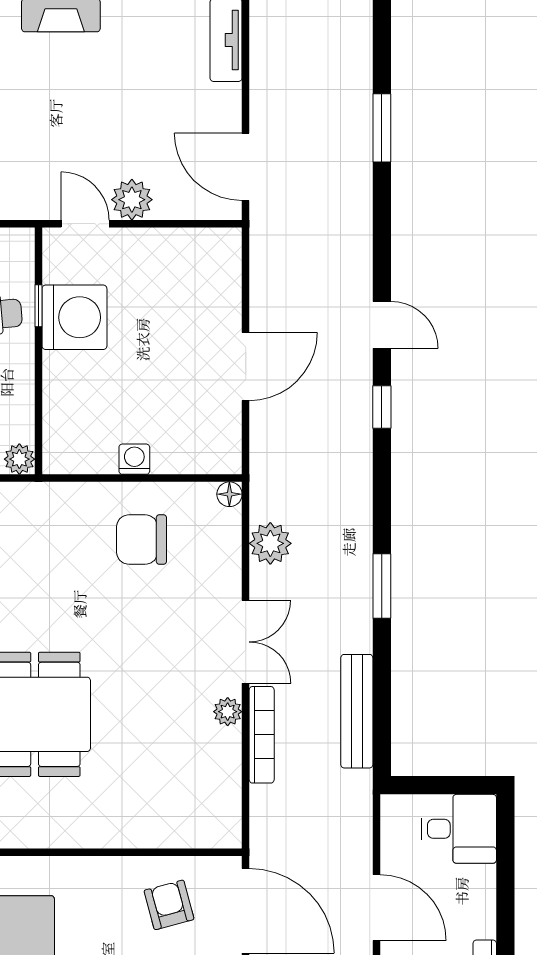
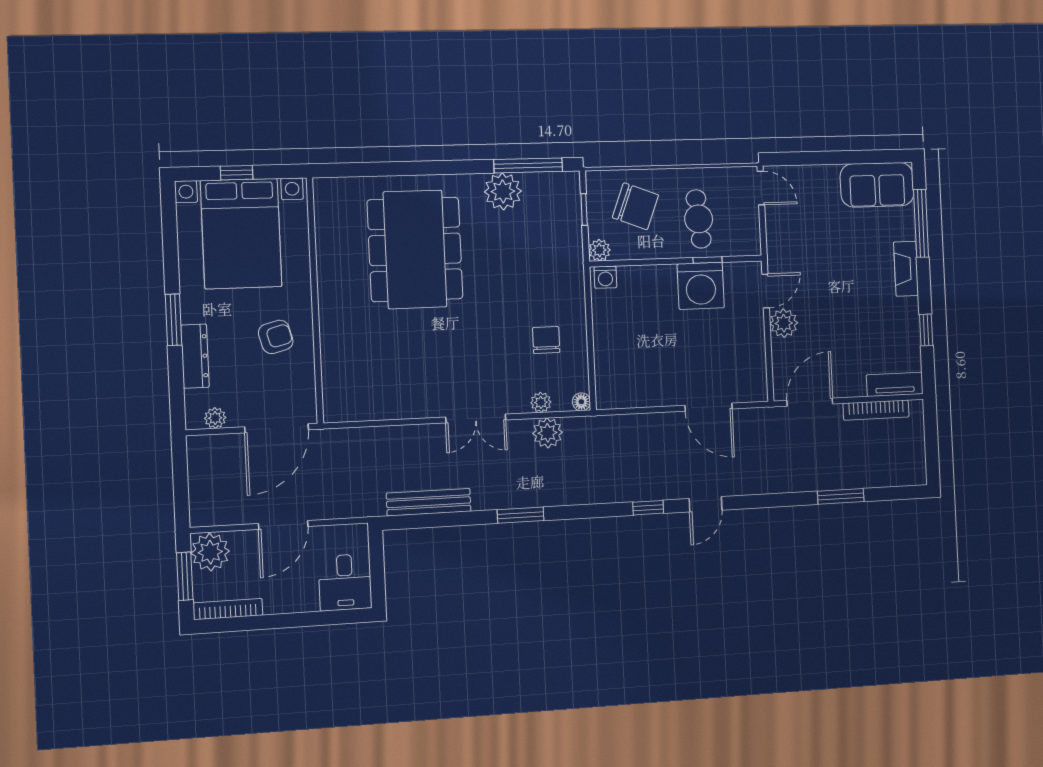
door: (246, 366) -> (709, 407), moved
washing machine: (134, 459) -> (605, 277), moved, turned 90
chair: (142, 540) -> (546, 340), width x0.73, depth x0.73
plant: (228, 712) -> (541, 402), moved
bookcase: (262, 735) -> (876, 410), moved
armchair: (169, 905) -> (276, 337), moved

